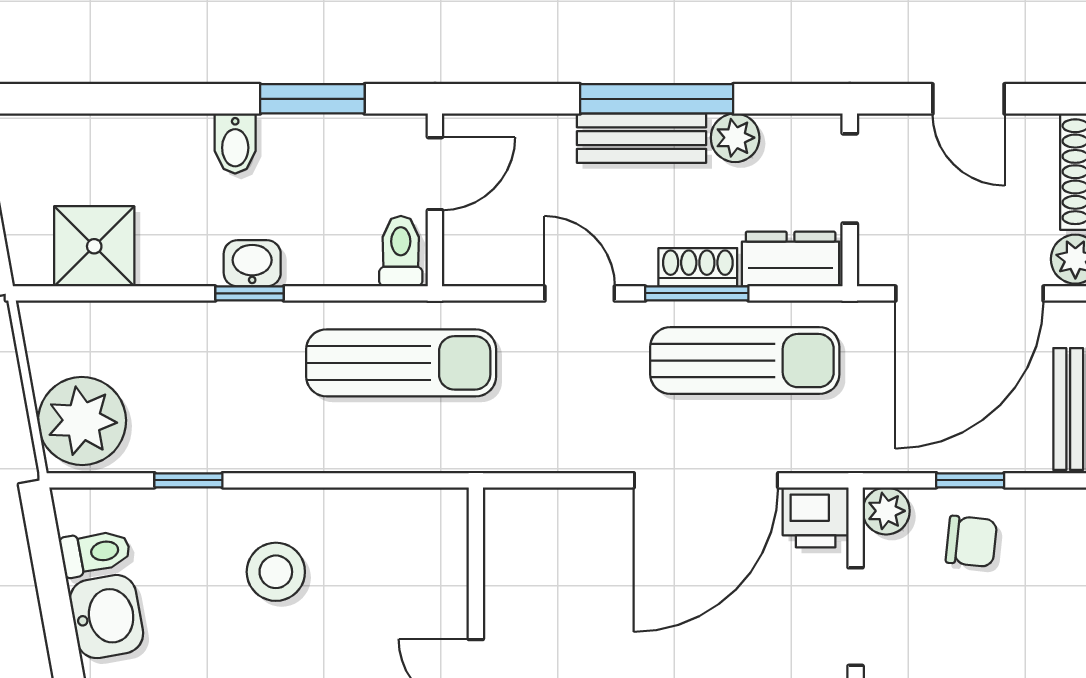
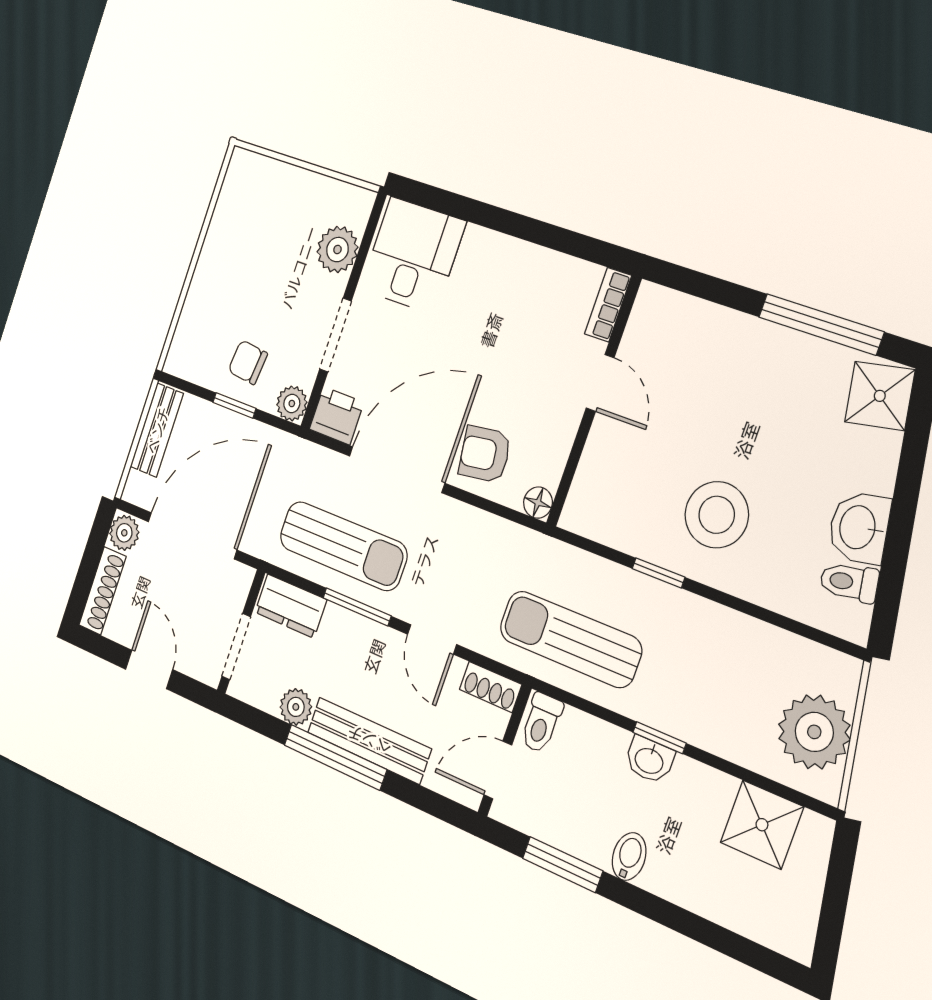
bench: (642, 138) -> (369, 741), width x1.36
shoe rack: (698, 267) -> (491, 687), moved
sun lounger: (745, 361) -> (343, 546), turned 180
plant: (82, 421) -> (814, 732), moved
window: (188, 480) -> (658, 573), moved
floor lamp: (502, 507) -> (538, 503), added
armchair: (594, 540) -> (485, 454), added
stool: (276, 572) -> (717, 515), width x1.38, depth x1.38

